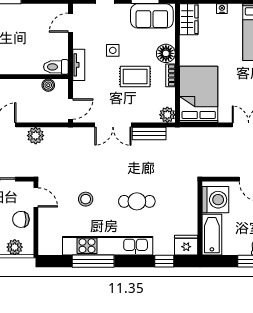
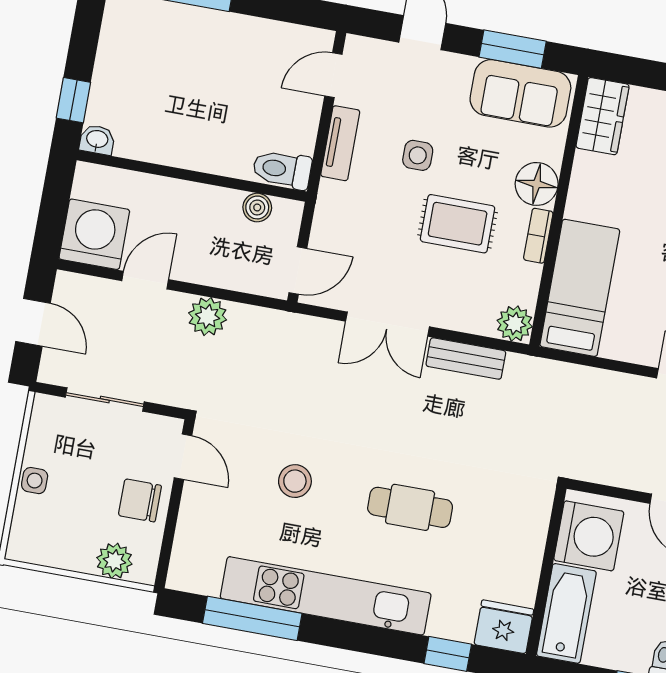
tv unit: (79, 65) -> (340, 143), moved
bed: (199, 94) -> (580, 288), width x0.67
window: (93, 261) -> (252, 618), moved

